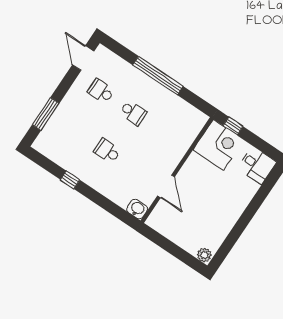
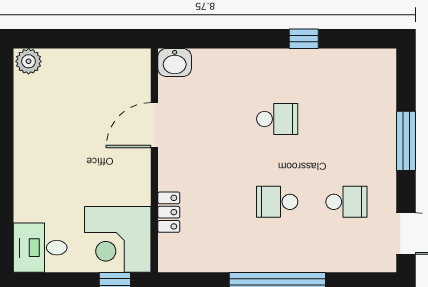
window: (46, 114) -> (406, 141), moved
locker: (186, 142) -> (169, 212), added
door: (166, 186) -> (154, 125), hinge flipped

